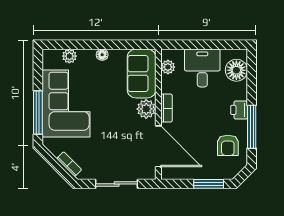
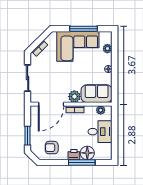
floor lamp: (236, 70) -> (87, 153), moved
window: (38, 112) -> (83, 29), moved
window: (252, 127) -> (82, 163), moved

